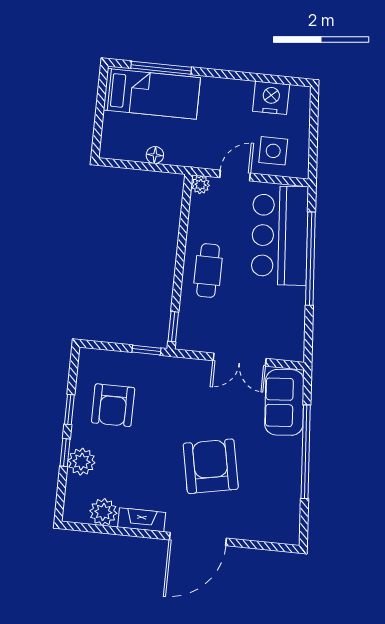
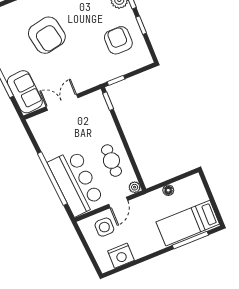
cafe table: (208, 271) -> (111, 161), moved

